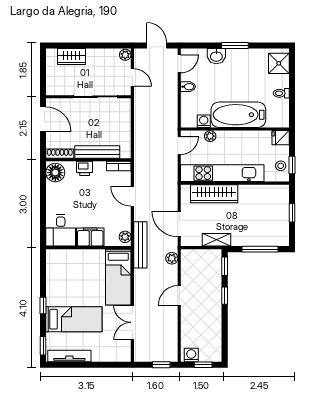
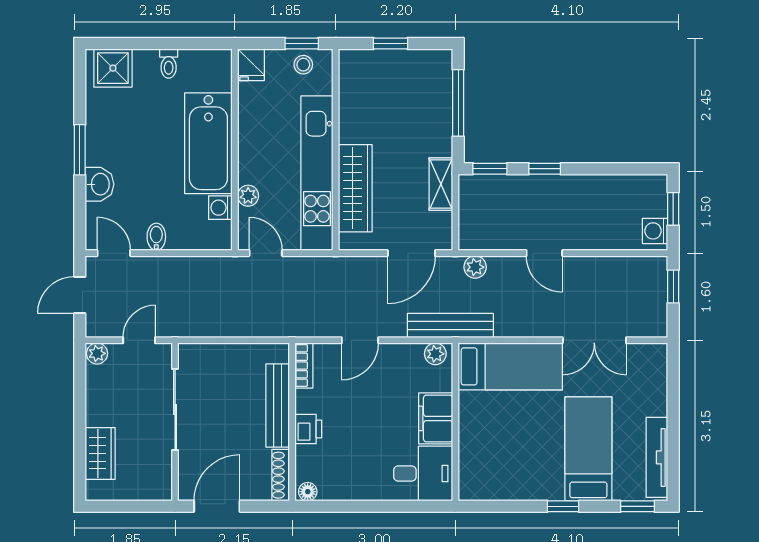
floor lamp: (55, 173) -> (308, 492), width x0.53, depth x0.53

